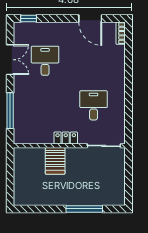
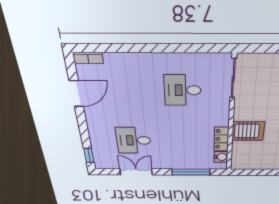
water cooler: (28, 138) -> (221, 157), added
locker: (66, 138) -> (221, 139), moved

